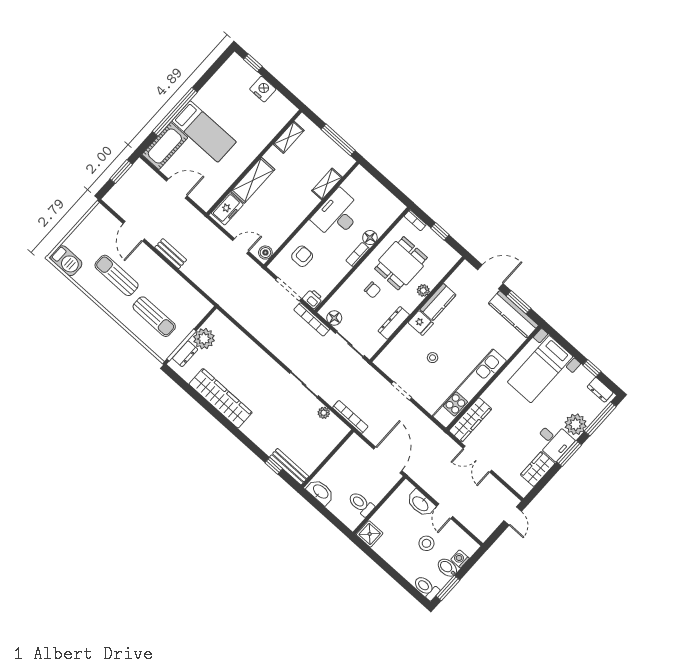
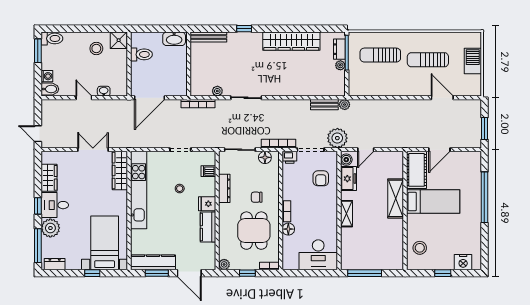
window: (253, 63) -> (443, 273), moved
nightstand: (263, 89) -> (463, 262), moved
stool: (271, 119) -> (420, 248), added
bed: (204, 131) -> (433, 202), moved, turned 180
shelving: (289, 137) -> (398, 246), removed
cot: (165, 146) -> (417, 170), moved
shelving: (327, 184) -> (346, 214), moved
freezer: (227, 209) -> (348, 179), moved, turned 180
desk: (337, 215) -> (318, 255), moved, turned 90
bench: (171, 254) -> (324, 105), moved
barbecue: (66, 261) -> (473, 61), moved, turned 90
sun lounger: (117, 275) -> (428, 60), turned 180
door: (490, 277) -> (189, 273), hinge flipped
plant: (256, 278) -> (337, 138), added
plant: (423, 290) -> (224, 264), moved
plant: (224, 302) -> (345, 105), added
plant: (204, 339) -> (340, 65), width x0.53, depth x0.53
dishwasher: (394, 350) -> (208, 171), added
window: (592, 368) -> (92, 273), moved
window: (569, 453) -> (38, 206), width x0.67
door: (388, 460) -> (150, 98), hinge flipped
window: (274, 466) -> (244, 29), moved
washbasin: (421, 503) -> (104, 91), width x0.52, depth x0.69
stool: (426, 543) -> (96, 49), moved
bidet: (447, 568) -> (50, 89), moved

